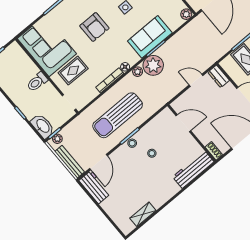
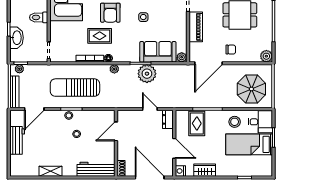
sofa: (150, 37) -> (158, 52), moved
plant: (153, 65) -> (147, 74), moved
rug: (73, 71) -> (100, 36), moved
door: (183, 123) -> (116, 131), swing flipped
washbasin: (43, 126) -> (17, 38), moved
workbench: (95, 187) -> (17, 140), moved
shelving: (143, 214) -> (50, 171), moved

